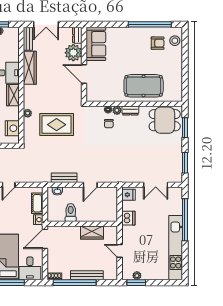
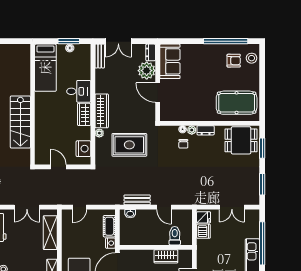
wardrobe: (30, 68) -> (102, 111), moved
pool table: (144, 86) -> (237, 103), moved
door: (90, 185) -> (164, 207), hinge flipped
toilet: (71, 212) -> (175, 236), moved
dishwasher: (128, 218) -> (203, 231), moved

